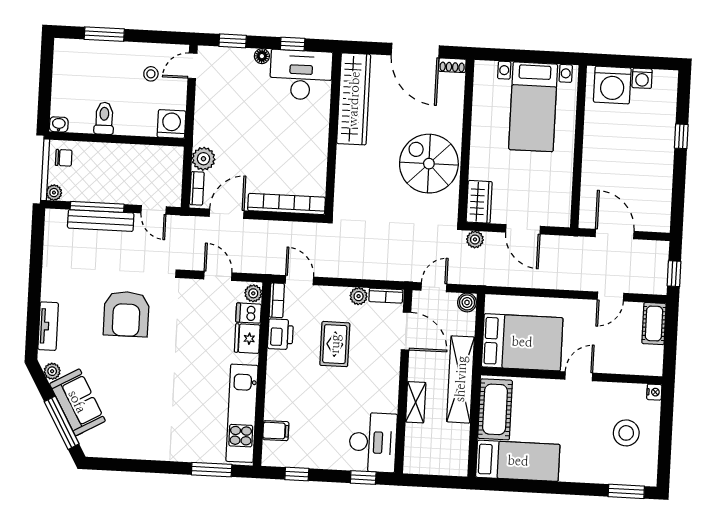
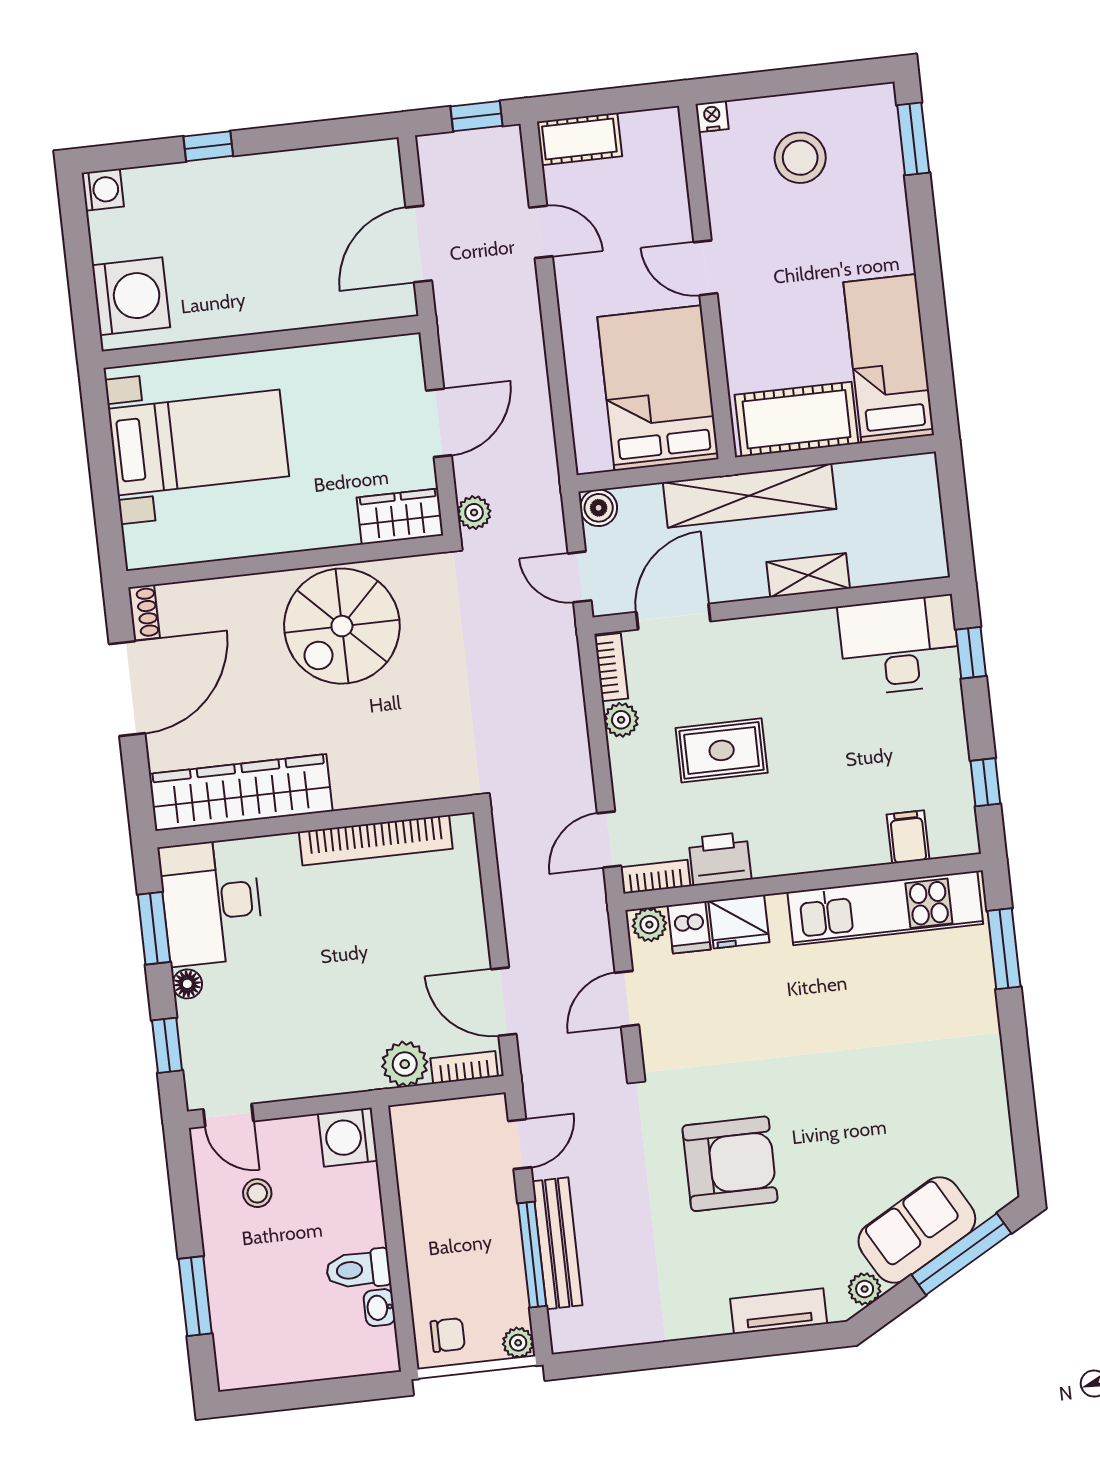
window: (293, 44) -> (154, 928), width x1.50
washing machine: (642, 78) -> (103, 190), moved
washbasin: (59, 124) -> (379, 1308), moved
chair: (64, 158) -> (448, 1335), turned 90
bookcase: (287, 204) -> (376, 840), moved, turned -90

